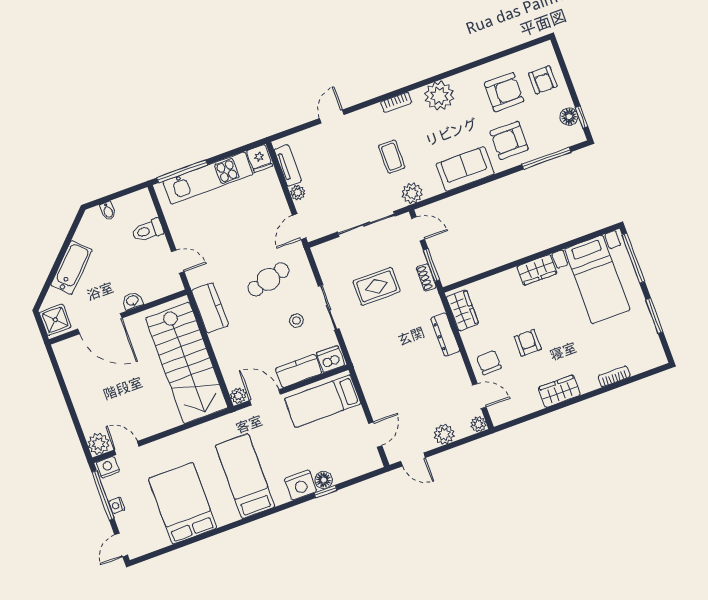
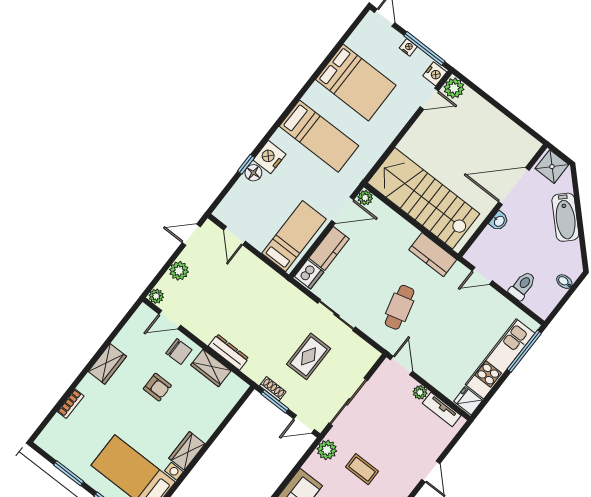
wardrobe: (462, 310) -> (211, 368), moved
stool: (296, 320) -> (356, 288), removed

